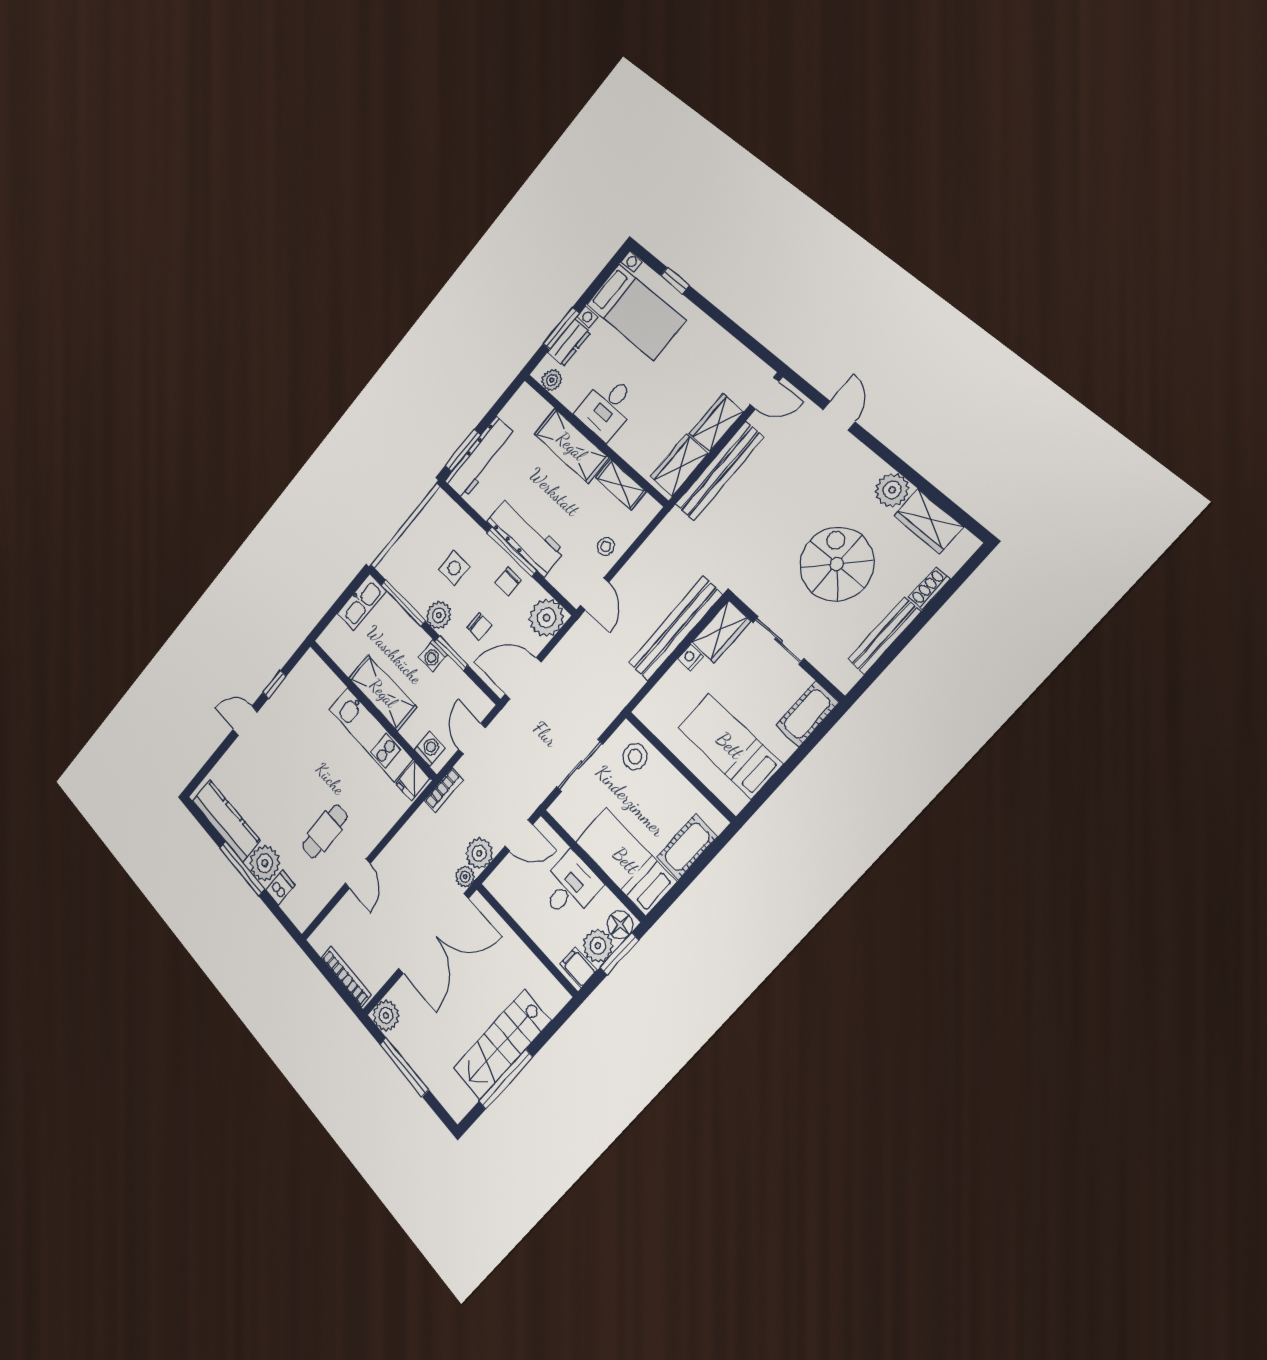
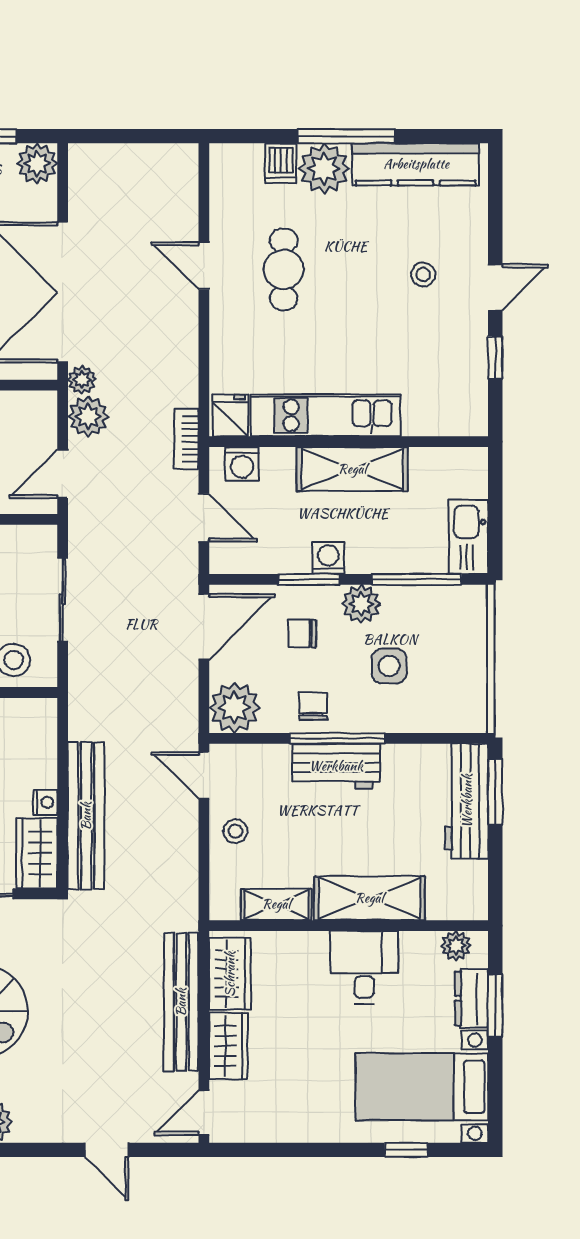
workbench: (525, 536) -> (336, 766), width x0.73
stool: (269, 761) -> (423, 274), added
bookcase: (346, 976) -> (118, 155), removed

